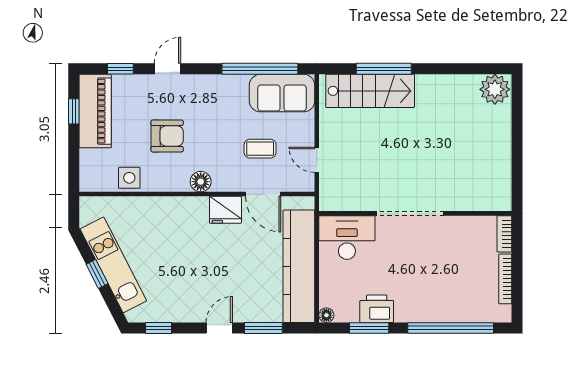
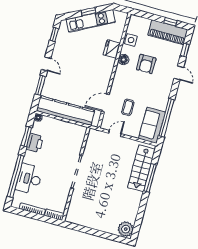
floor lamp: (201, 182) -> (124, 60), moved
fridge: (225, 210) -> (112, 49), moved
desk: (347, 237) -> (29, 179), moved, turned 180

